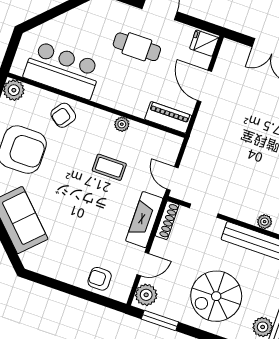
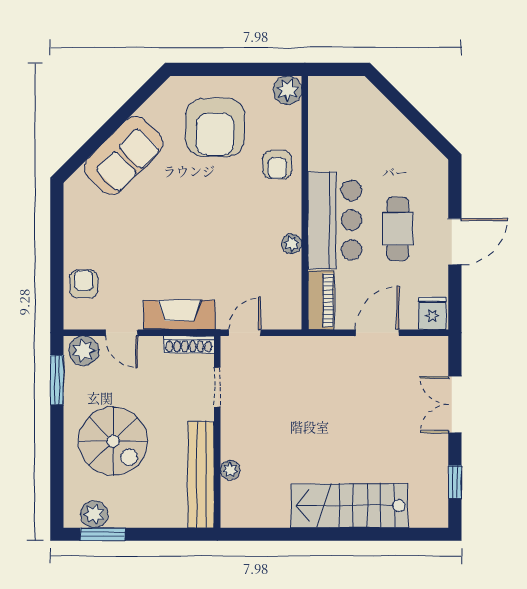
bar counter: (63, 70) -> (335, 220), moved
armchair: (63, 115) -> (277, 165), turned -126
coffee table: (109, 167) -> (231, 247), removed
spiral stairs: (216, 296) -> (113, 441), turned 180

